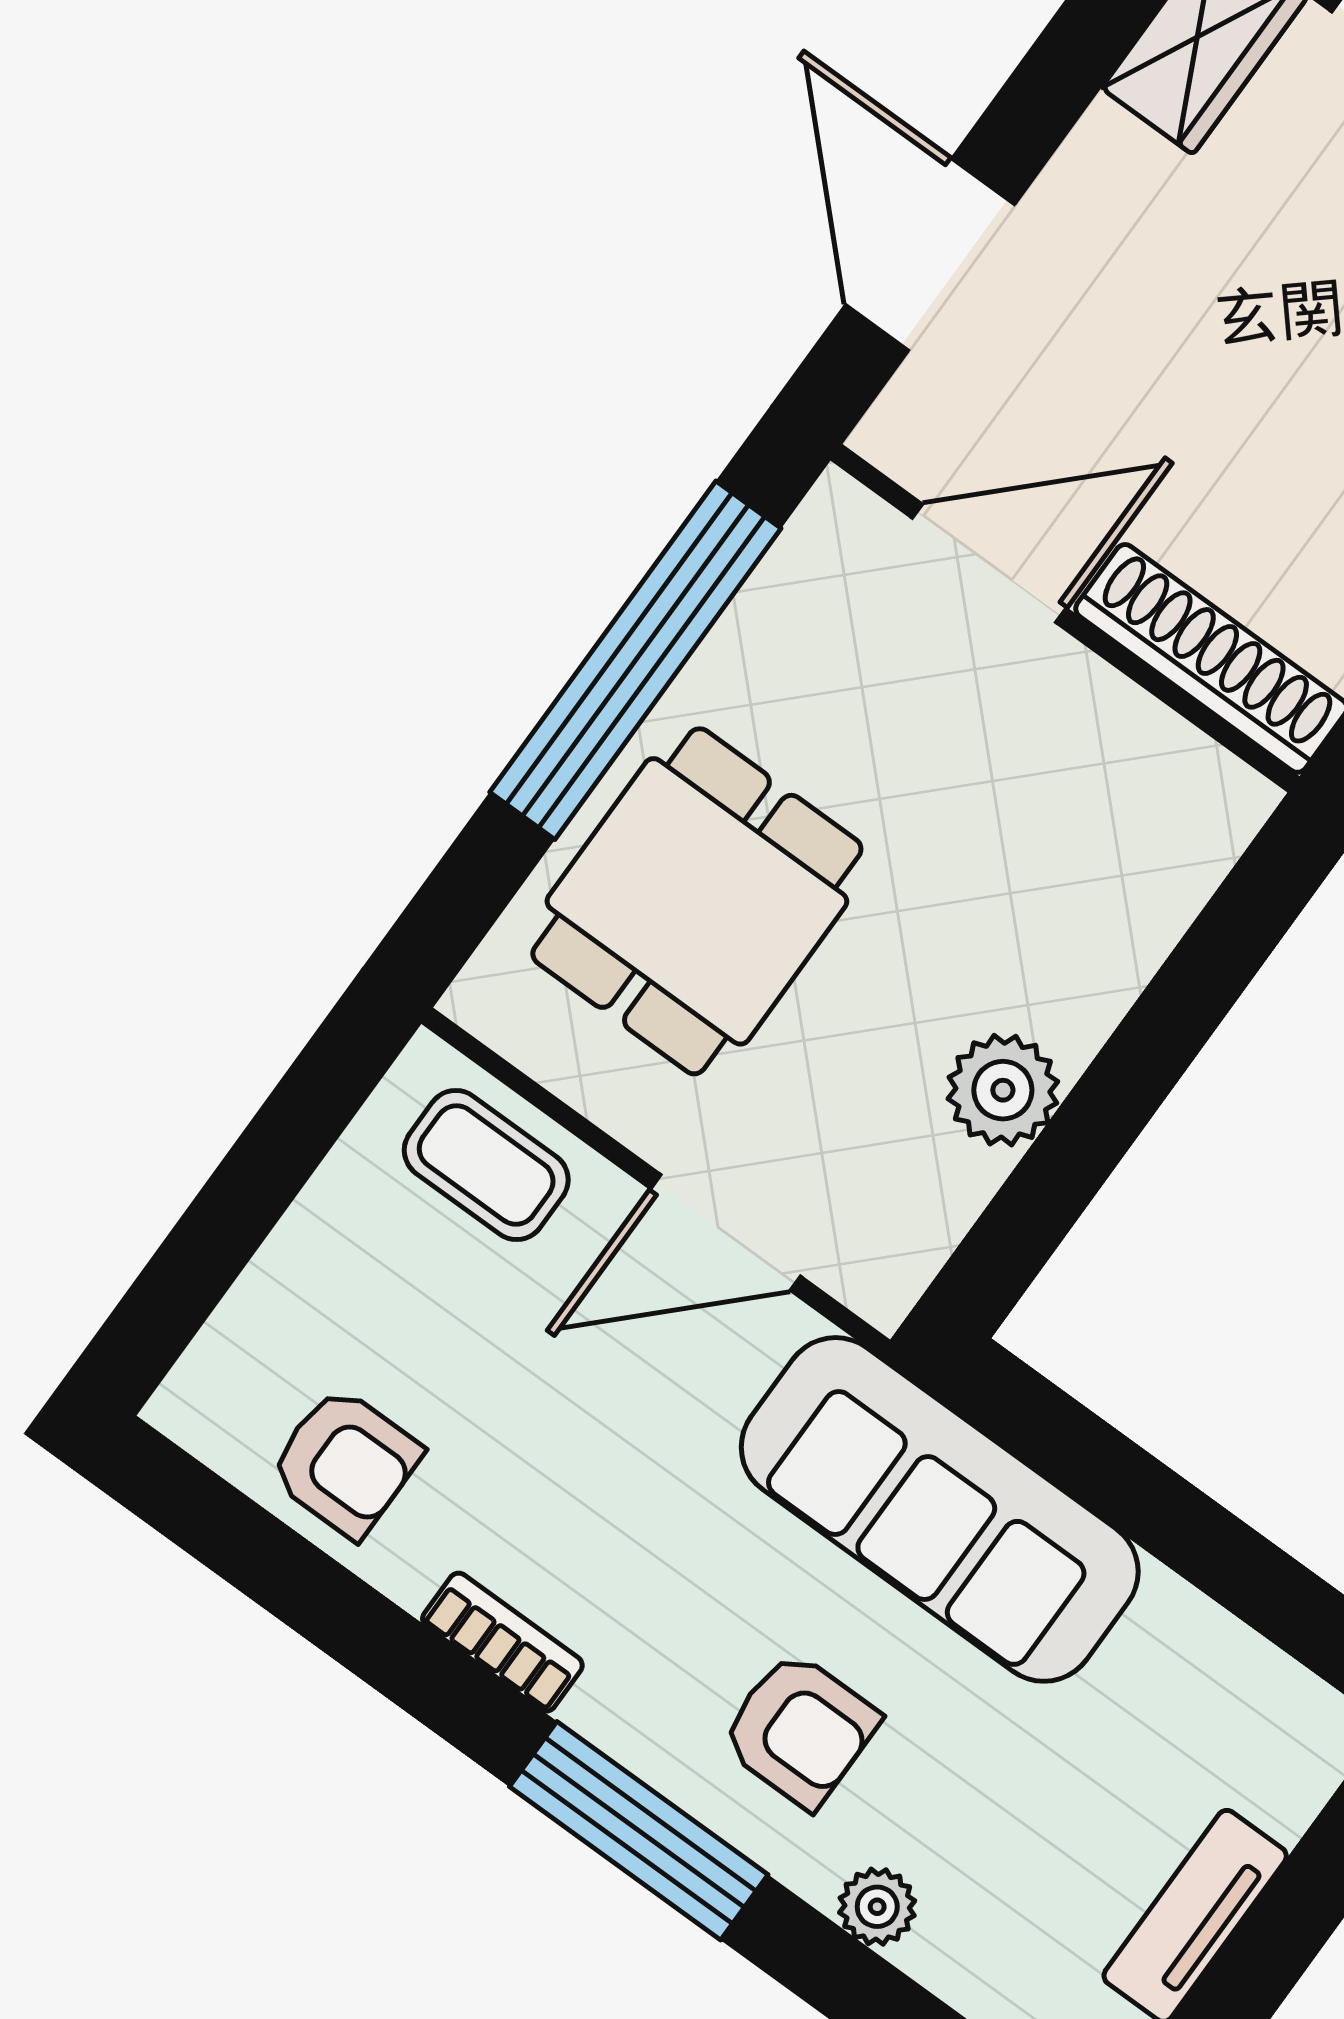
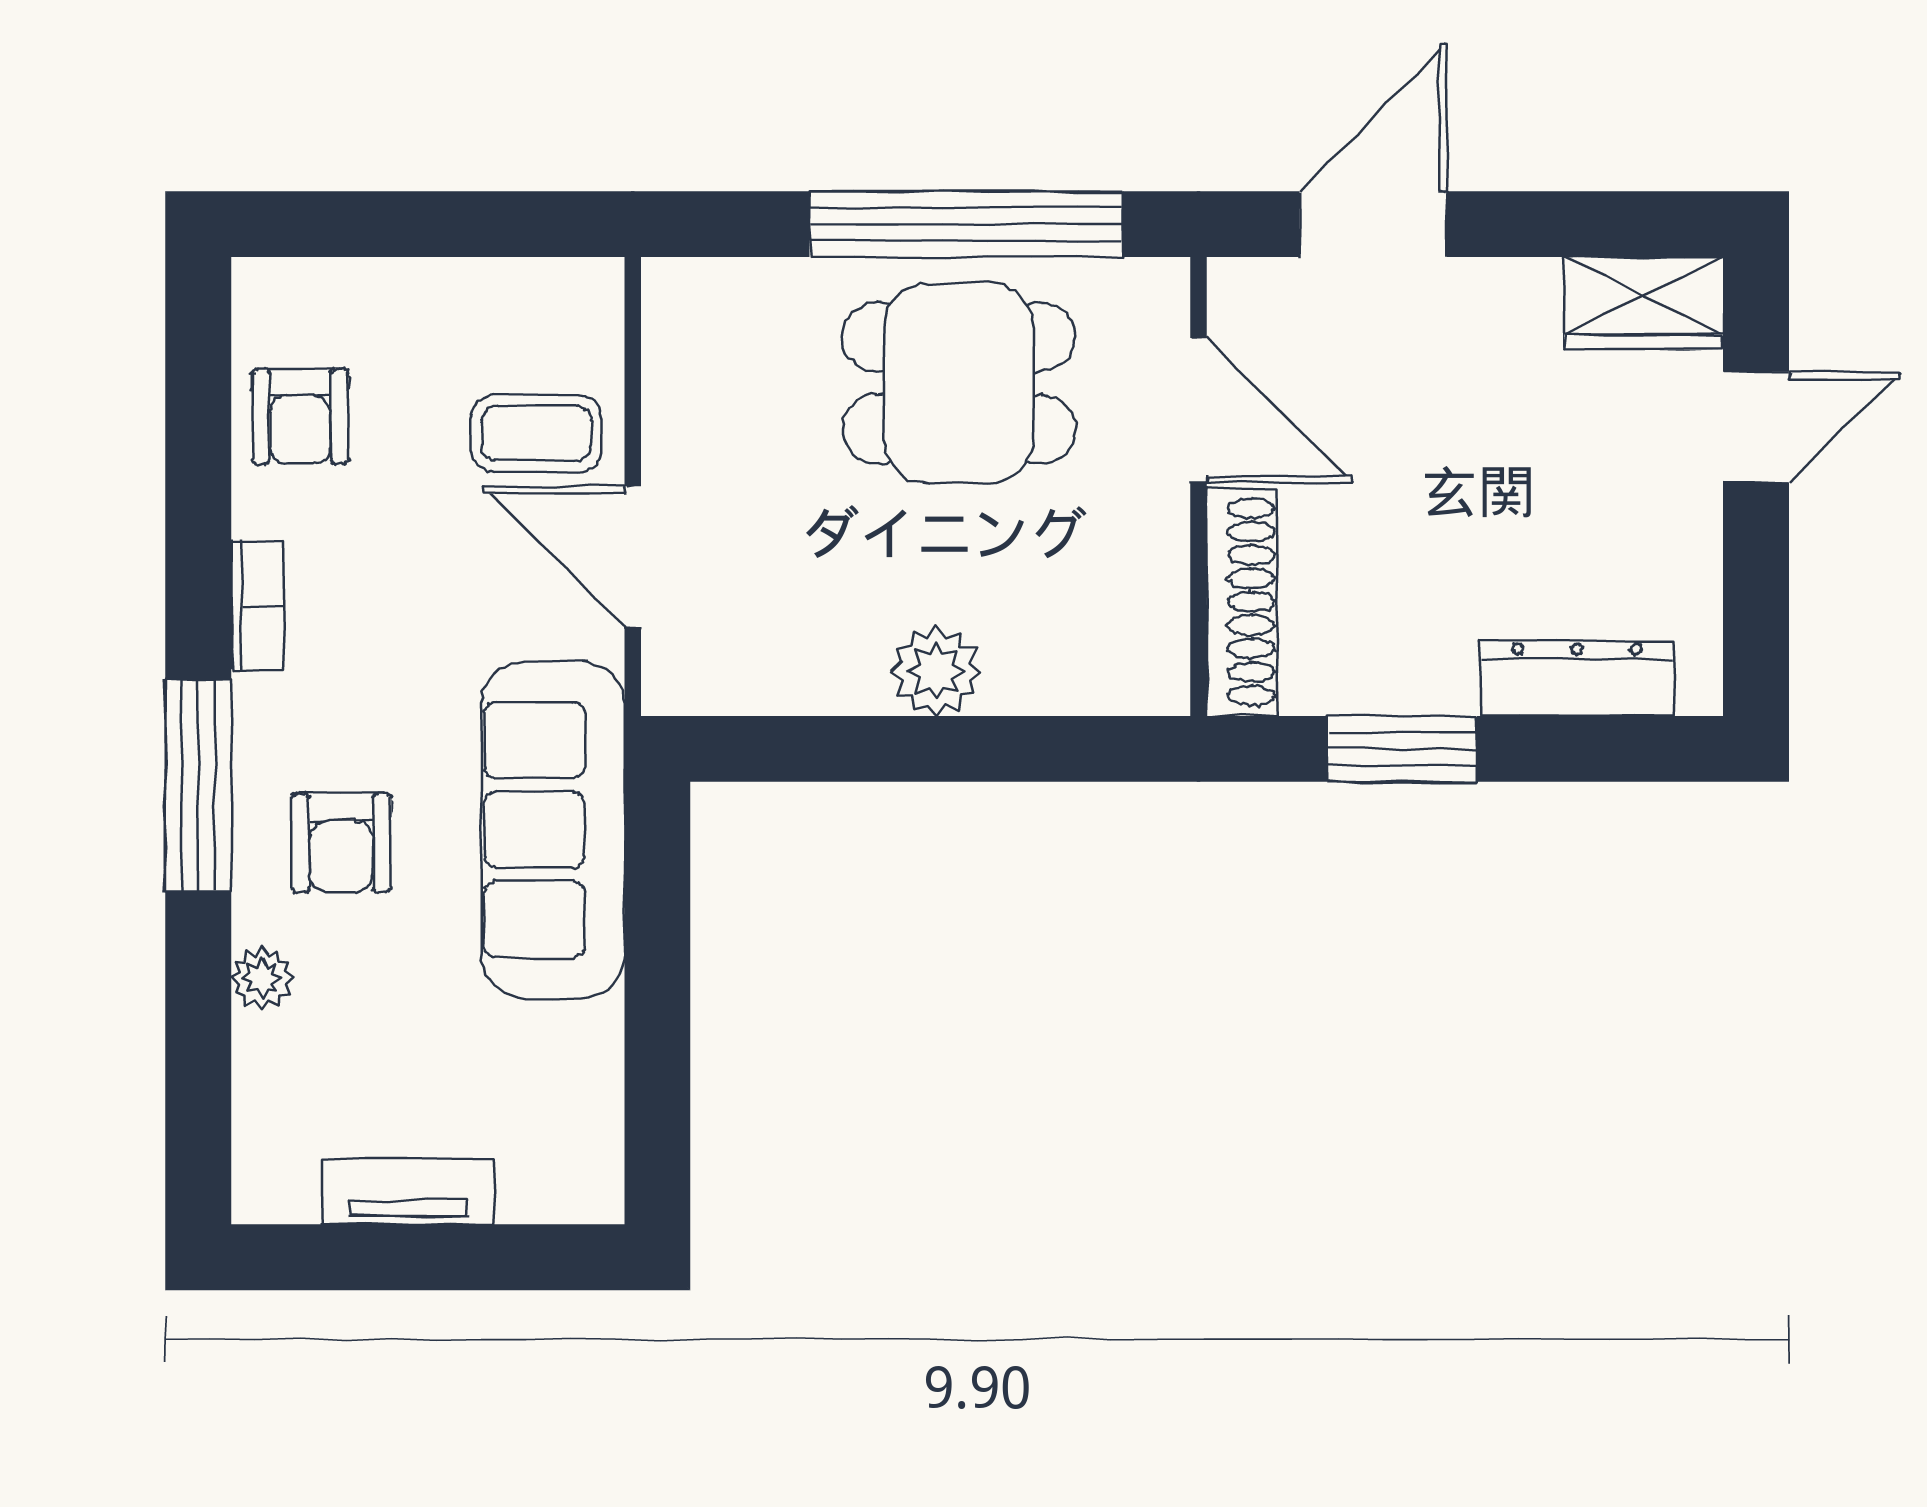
dining table: (697, 901) -> (959, 383), moved
plant: (1003, 1090) -> (936, 671), moved
coffee table: (486, 1165) -> (537, 433), moved, turned 90

